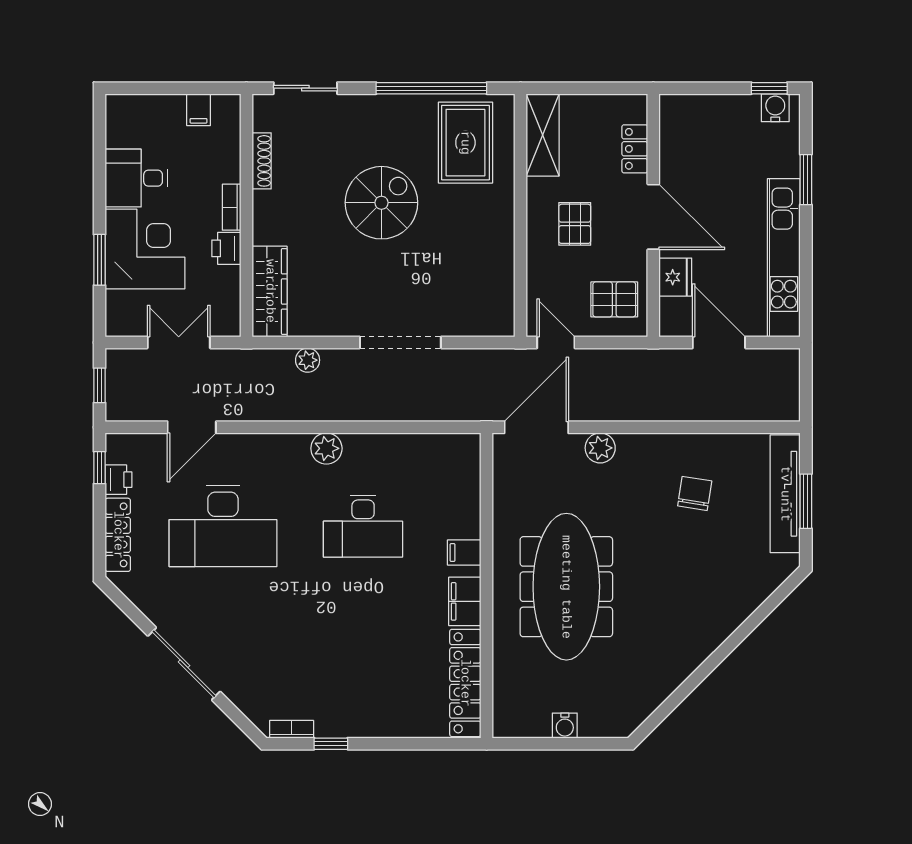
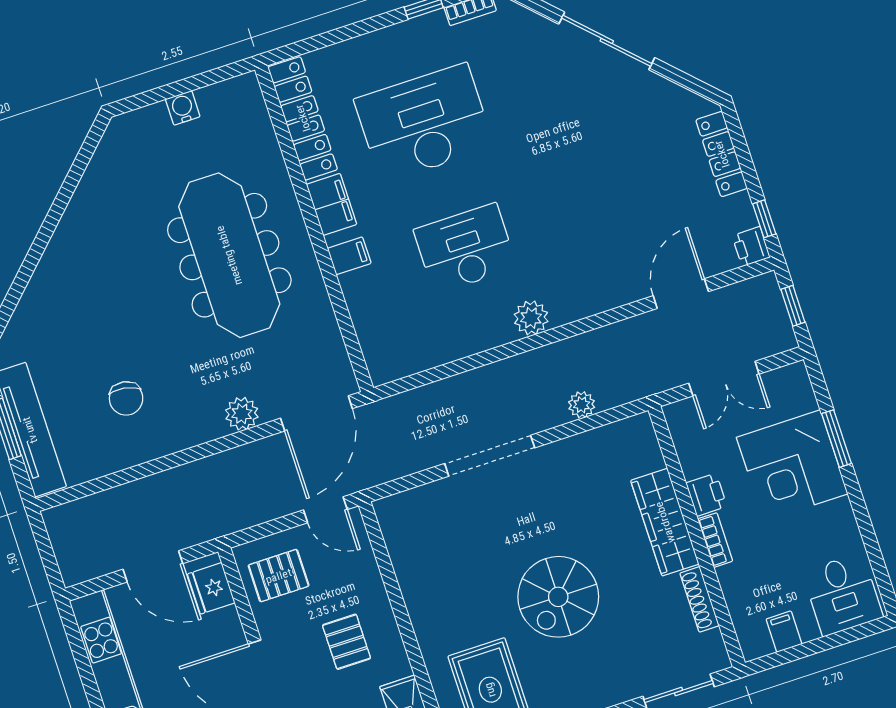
desk: (136, 178) -> (843, 594), moved, turned 90
fridge: (675, 277) -> (211, 588), moved
wardrobe: (270, 291) -> (665, 522), moved
printer: (119, 480) -> (751, 247), moved
desk: (223, 526) -> (424, 123), moved

